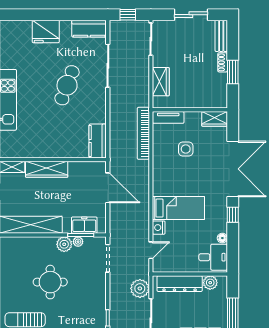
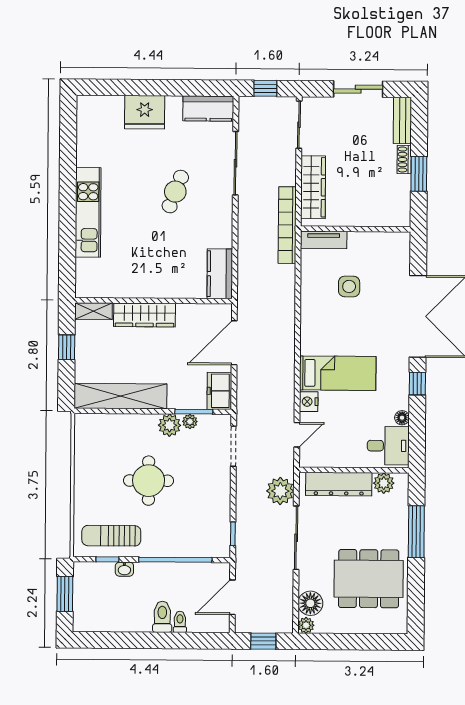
wardrobe: (161, 82) -> (313, 187), width x1.50
cafe table: (67, 85) -> (175, 192), width x0.73, depth x0.74
wardrobe: (215, 119) -> (392, 242), removed
bookcase: (143, 133) -> (287, 225), moved
door: (108, 188) -> (234, 343), swing flipped
freezer: (84, 225) -> (219, 391), moved, turned -90

